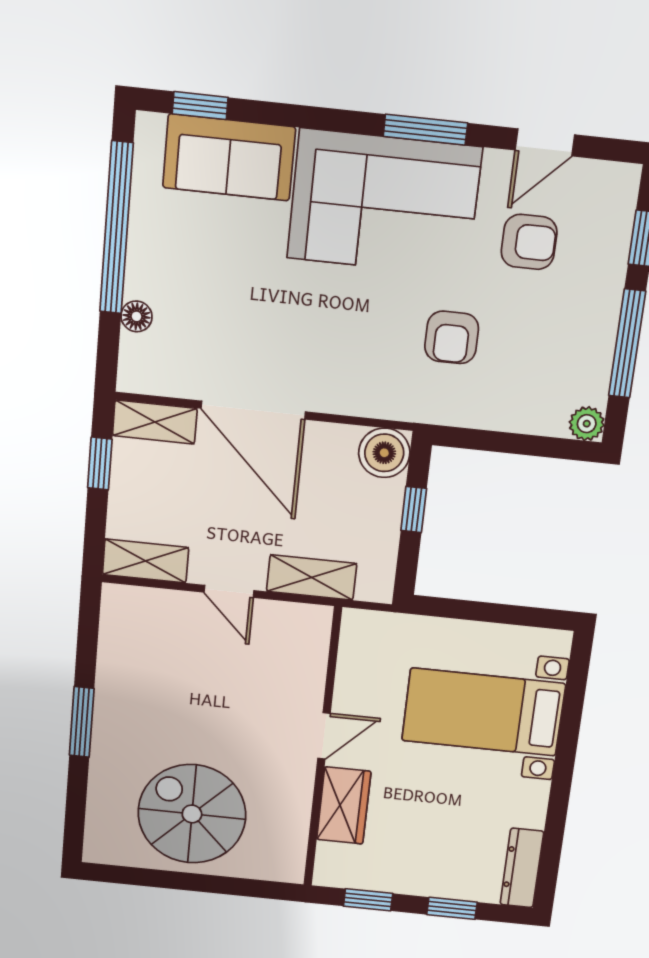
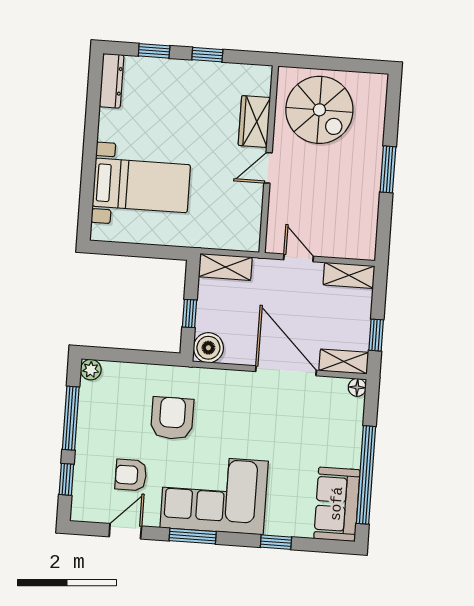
window: (200, 106) -> (276, 542), moved
sofa: (229, 157) -> (337, 504), moved, turned -90
floor lamp: (136, 316) -> (357, 387), moved
armchair: (452, 337) -> (172, 418), width x1.38, depth x1.38
shelving: (312, 577) -> (225, 267), moved
door: (324, 736) -> (268, 168), moved
wall: (323, 749) -> (269, 159), moved
wardrobe: (344, 805) -> (254, 121), moved

